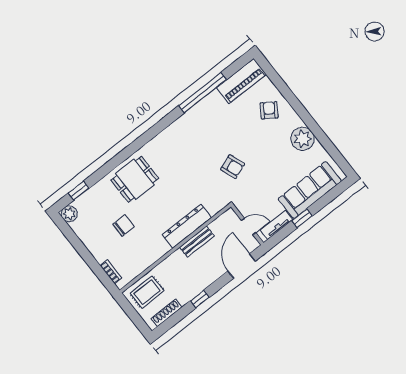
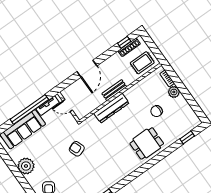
plant: (69, 214) -> (174, 92), moved
window: (302, 218) -> (29, 109), width x3.17
bench: (197, 242) -> (114, 90), moved
door: (242, 266) -> (87, 69), moved
window: (200, 299) -> (124, 42), moved

